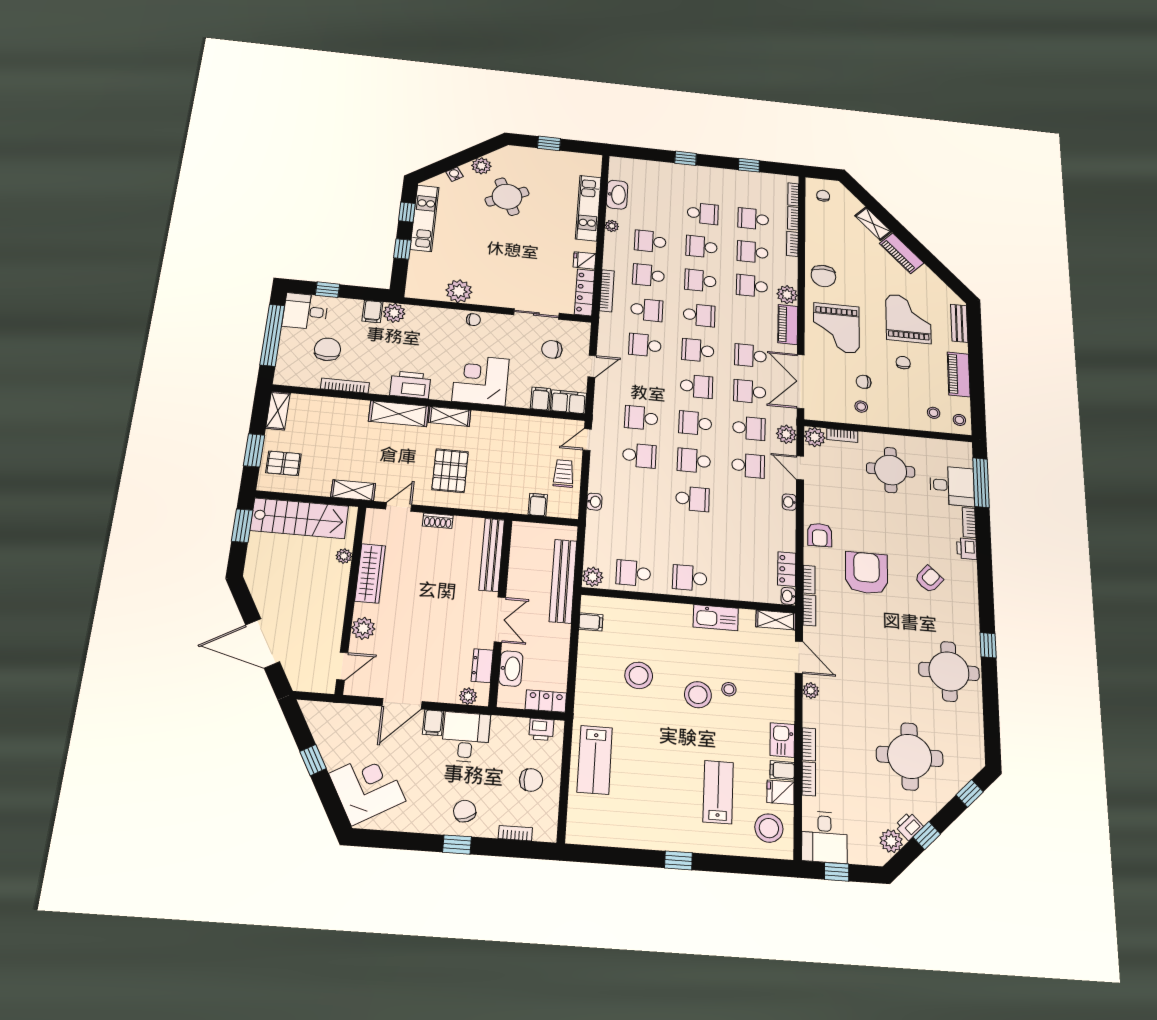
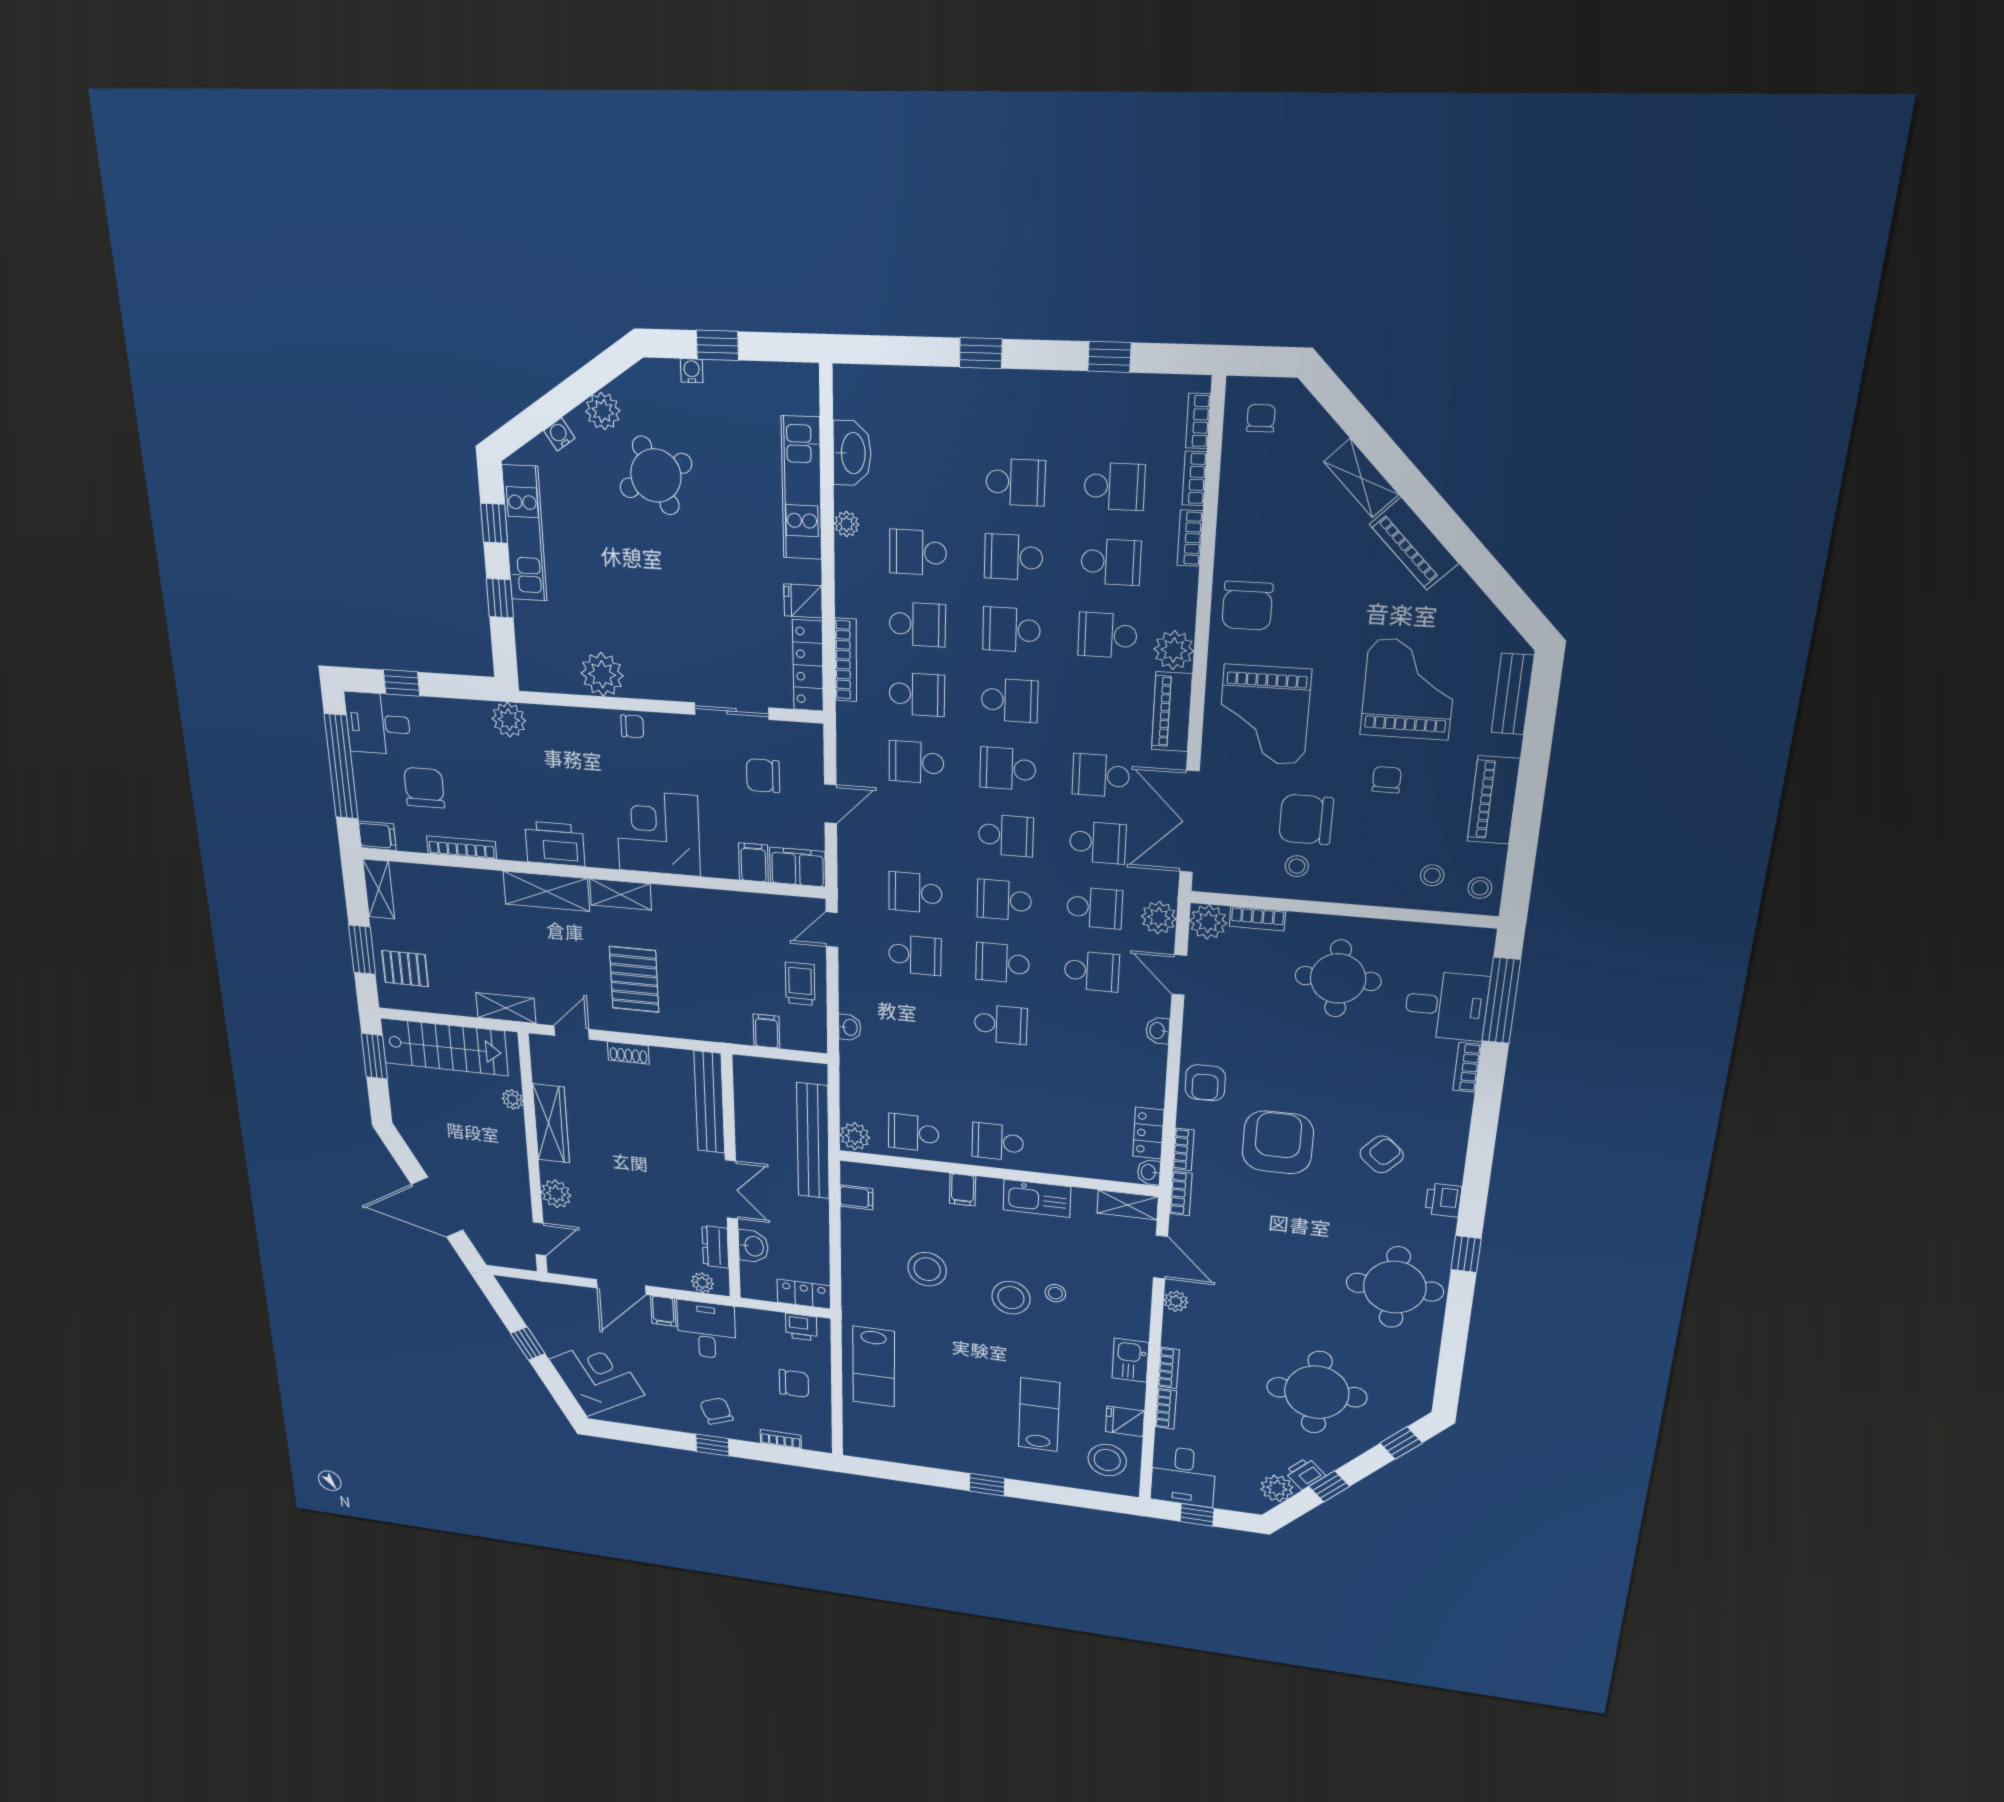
water cooler: (534, 153) -> (692, 371), added
school desk: (753, 219) -> (1114, 486), turned 180
school desk: (753, 252) -> (1111, 562), turned 180
school desk: (649, 275) -> (917, 624), turned 180
filing cabinet: (372, 312) -> (377, 836), moved, turned -90
chair: (864, 382) -> (1306, 819), width x1.87, depth x1.87
school desk: (750, 392) -> (1098, 843), turned 180
printer: (967, 549) -> (1443, 1200), moved
washbasin: (511, 669) -> (753, 1246), width x0.72
filing cabinet: (782, 770) -> (963, 1190), moved, turned -90

